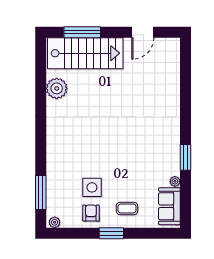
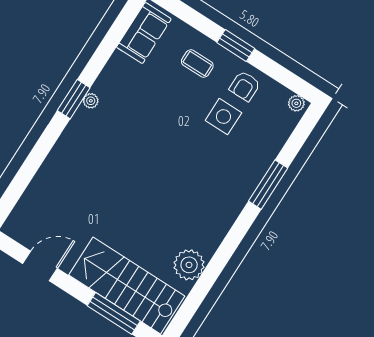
window: (185, 157) -> (74, 99), moved
plant: (175, 181) -> (91, 101), moved
window: (41, 193) -> (268, 185), moved

